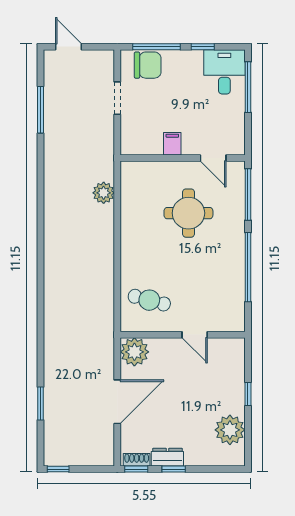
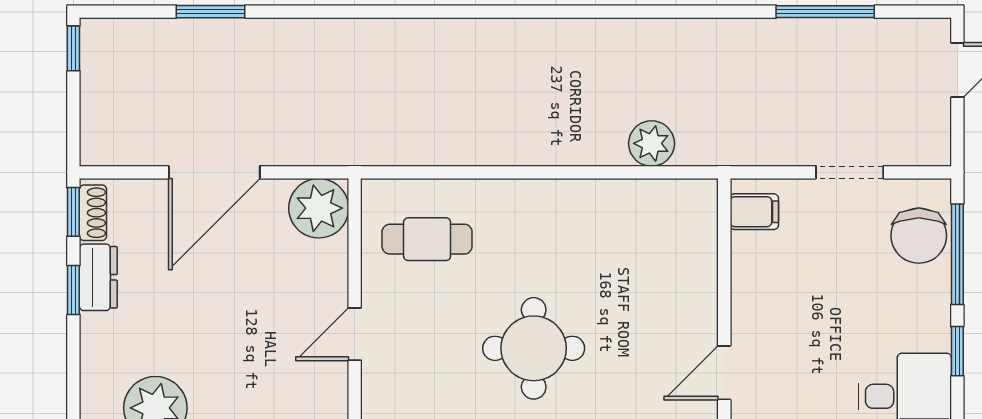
filing cabinet: (172, 144) -> (754, 212), moved
round table: (188, 213) -> (534, 348), moved
cafe table: (149, 300) -> (427, 239), turned 75
door: (117, 402) -> (214, 172), hinge flipped

